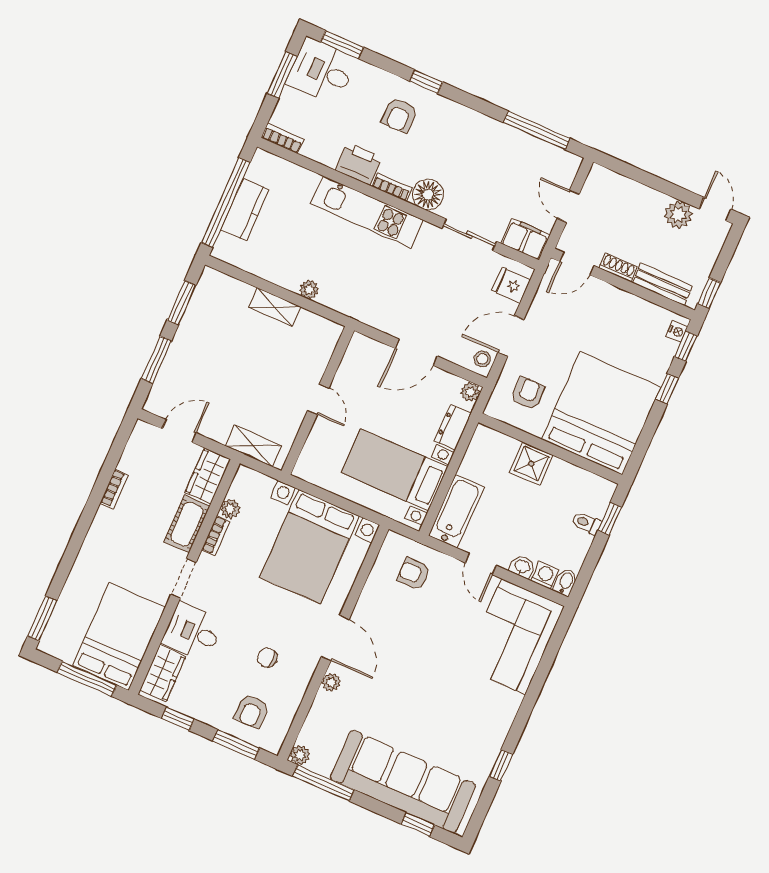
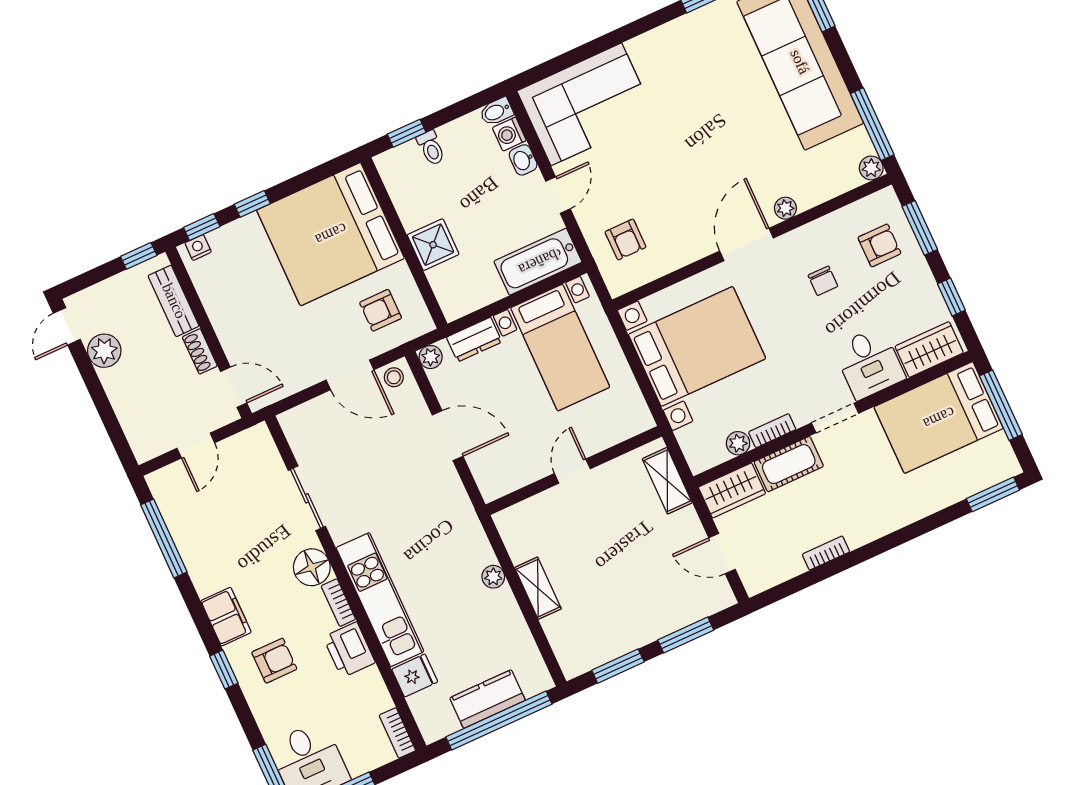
filing cabinet: (526, 239) -> (226, 617), moved, turned 180
fridge: (511, 285) -> (415, 675), moved, turned -90

